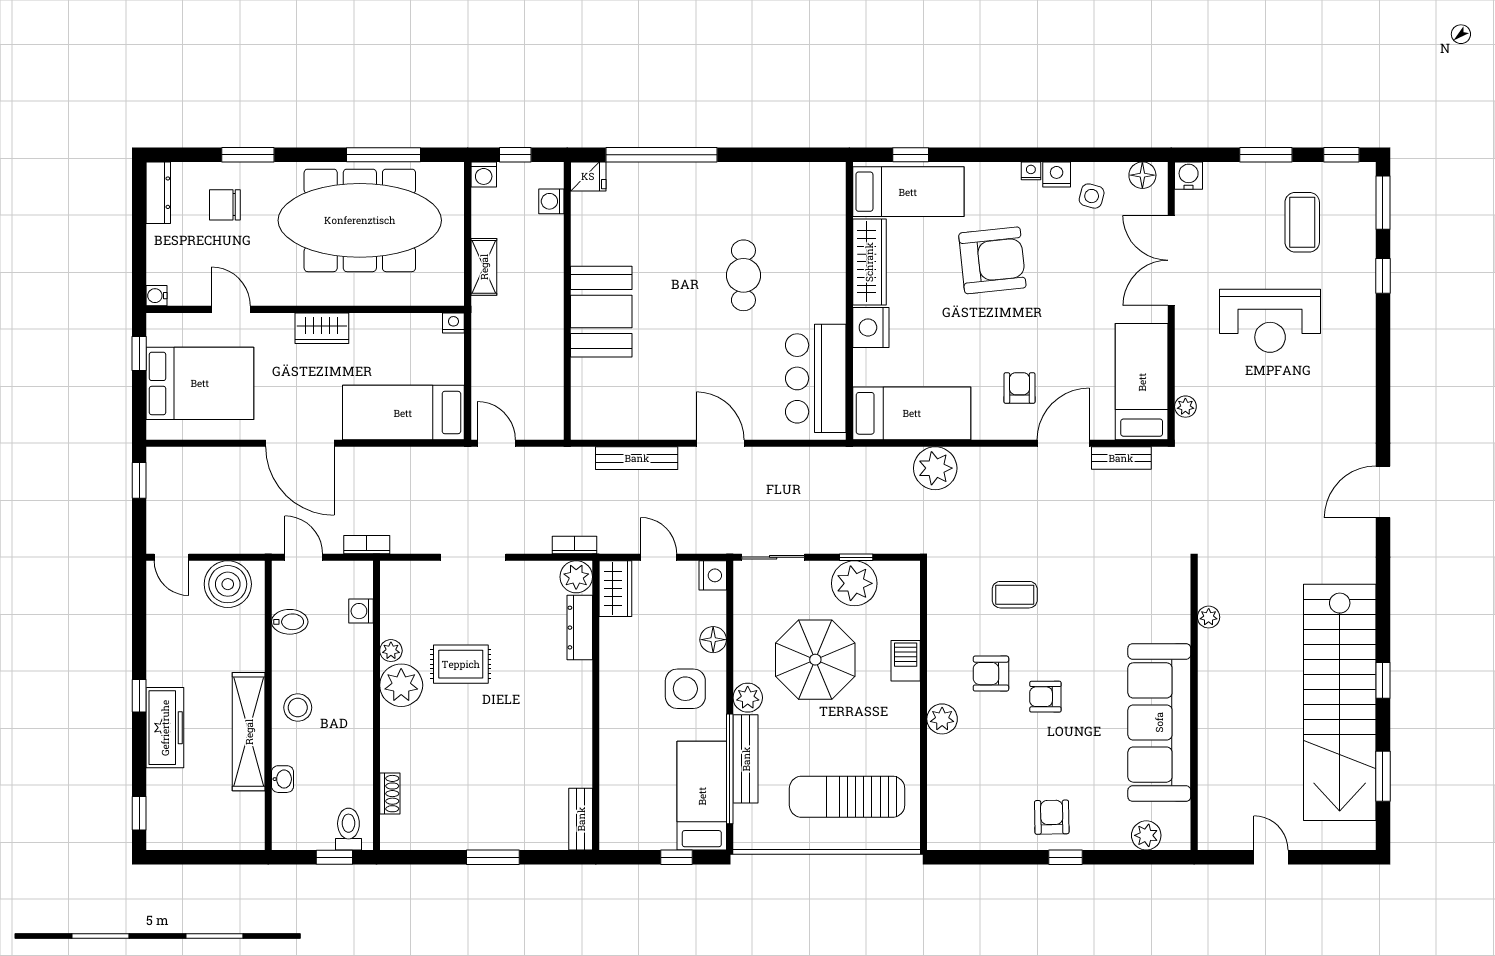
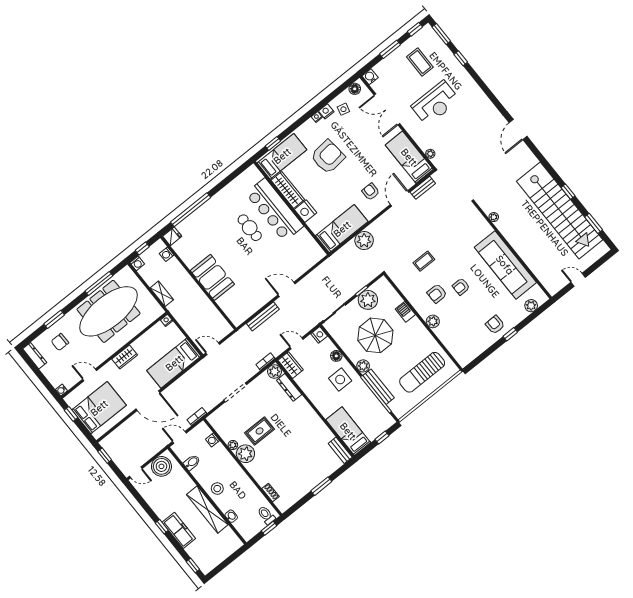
bar counter: (816, 378) -> (275, 210), moved, width x1.36
bed: (702, 796) -> (348, 431), moved

